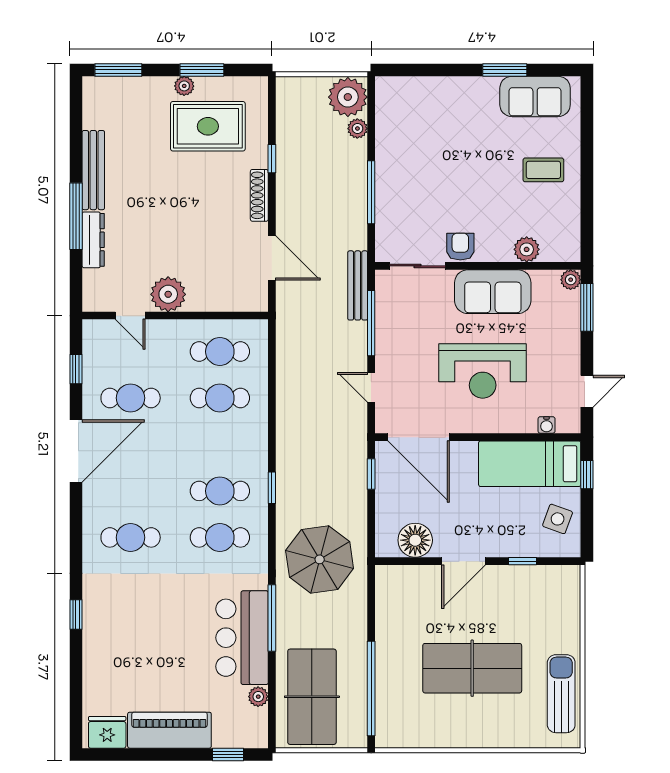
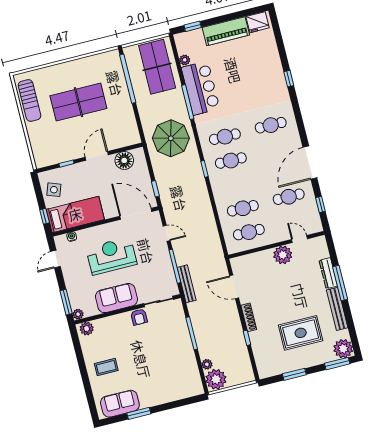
plant: (184, 86) -> (343, 349), moved, width x1.88, depth x1.88
rug: (208, 126) -> (301, 333), moved
plant: (527, 249) -> (87, 329), moved

